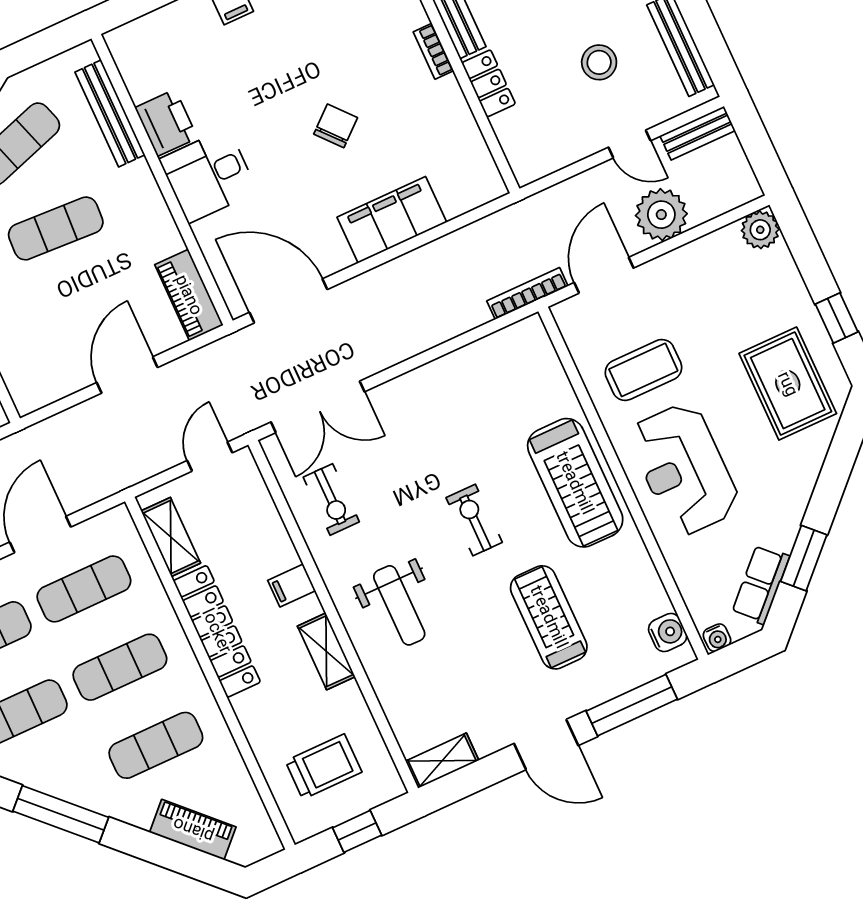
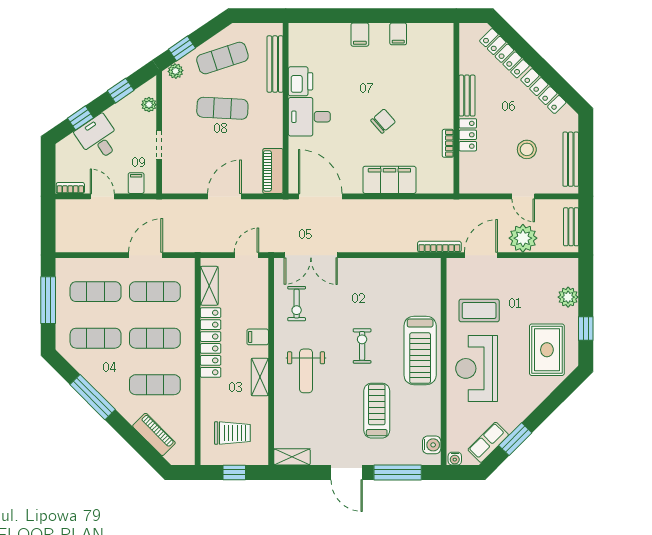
bookcase: (433, 51) -> (448, 143), moved
bench: (698, 133) -> (571, 227), moved, turned 90
plant: (760, 230) -> (568, 297), moved

